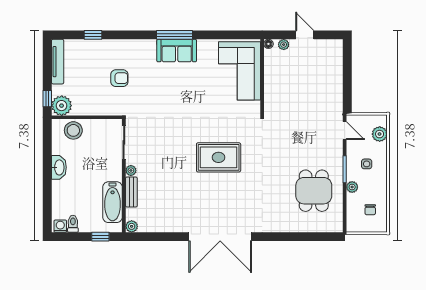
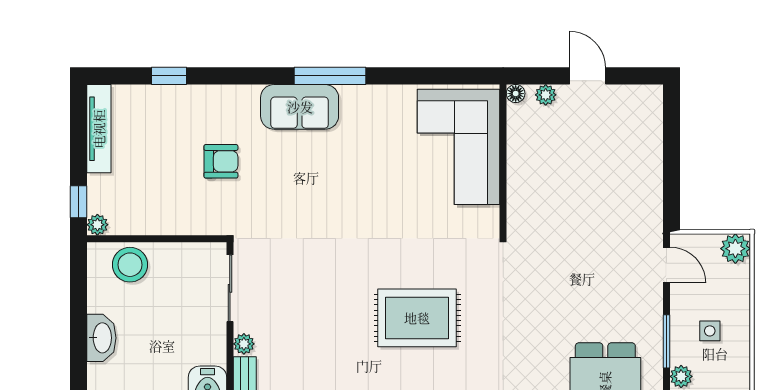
sofa: (177, 51) -> (300, 107), moved
plant: (62, 106) -> (97, 225), width x0.53, depth x0.53
plant: (380, 134) -> (735, 249), moved

